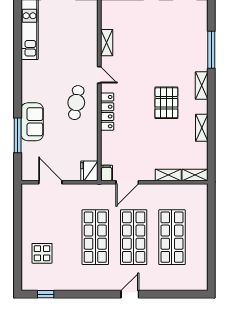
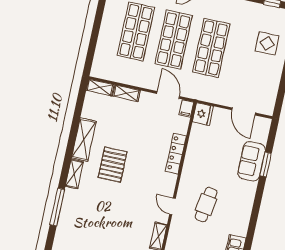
cafe table: (76, 103) -> (206, 205), moved
locker: (107, 112) -> (176, 153), moved
sofa: (32, 122) -> (251, 161), moved
shelving: (202, 128) -> (84, 140), width x1.50, depth x1.33
window: (18, 135) -> (266, 164), width x0.69
door: (127, 182) -> (168, 95), hinge flipped

